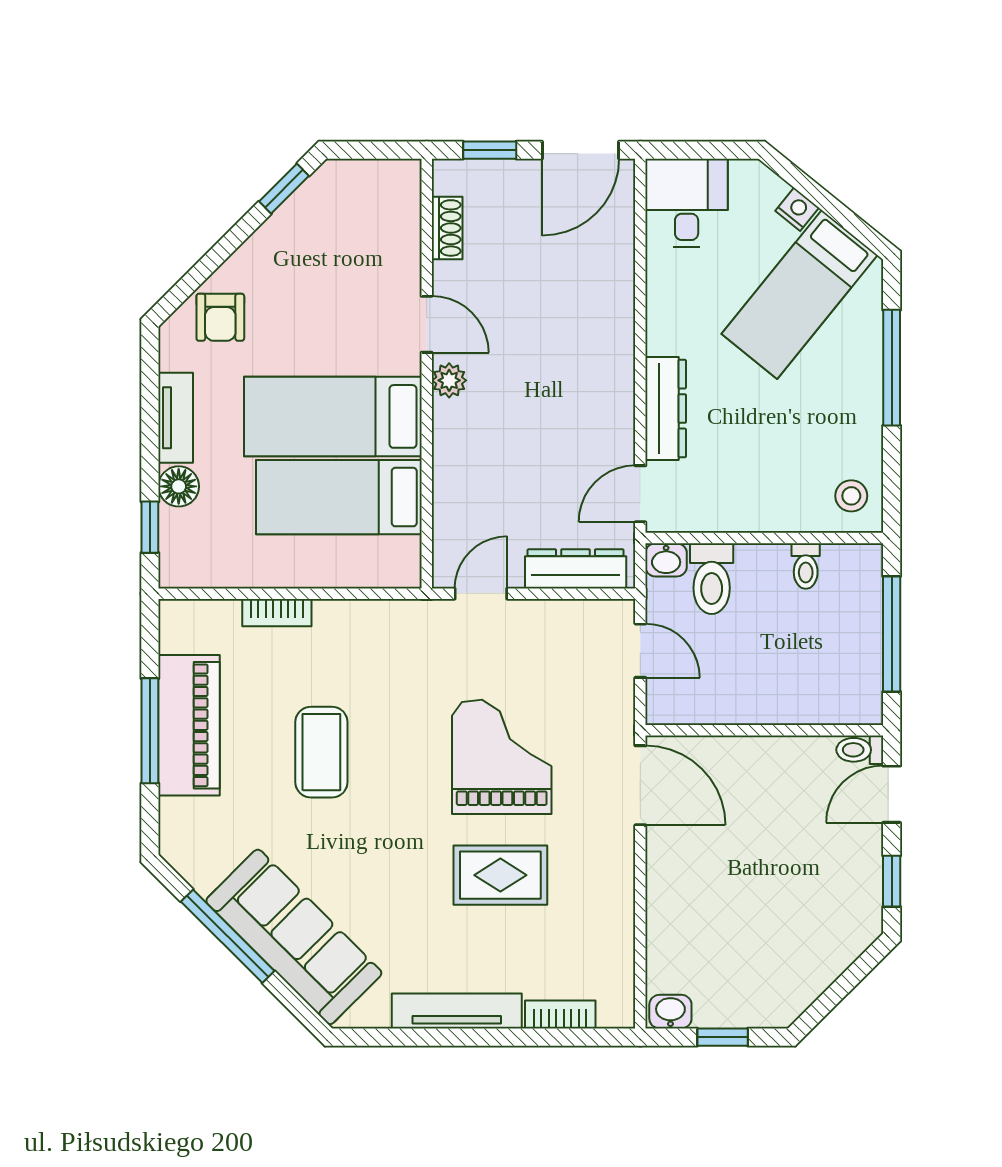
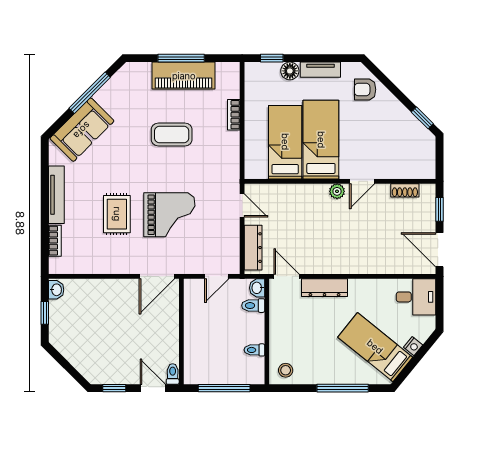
toilet: (712, 579) -> (253, 306), width x0.73, depth x0.72
sofa: (294, 937) -> (82, 130), width x0.73

